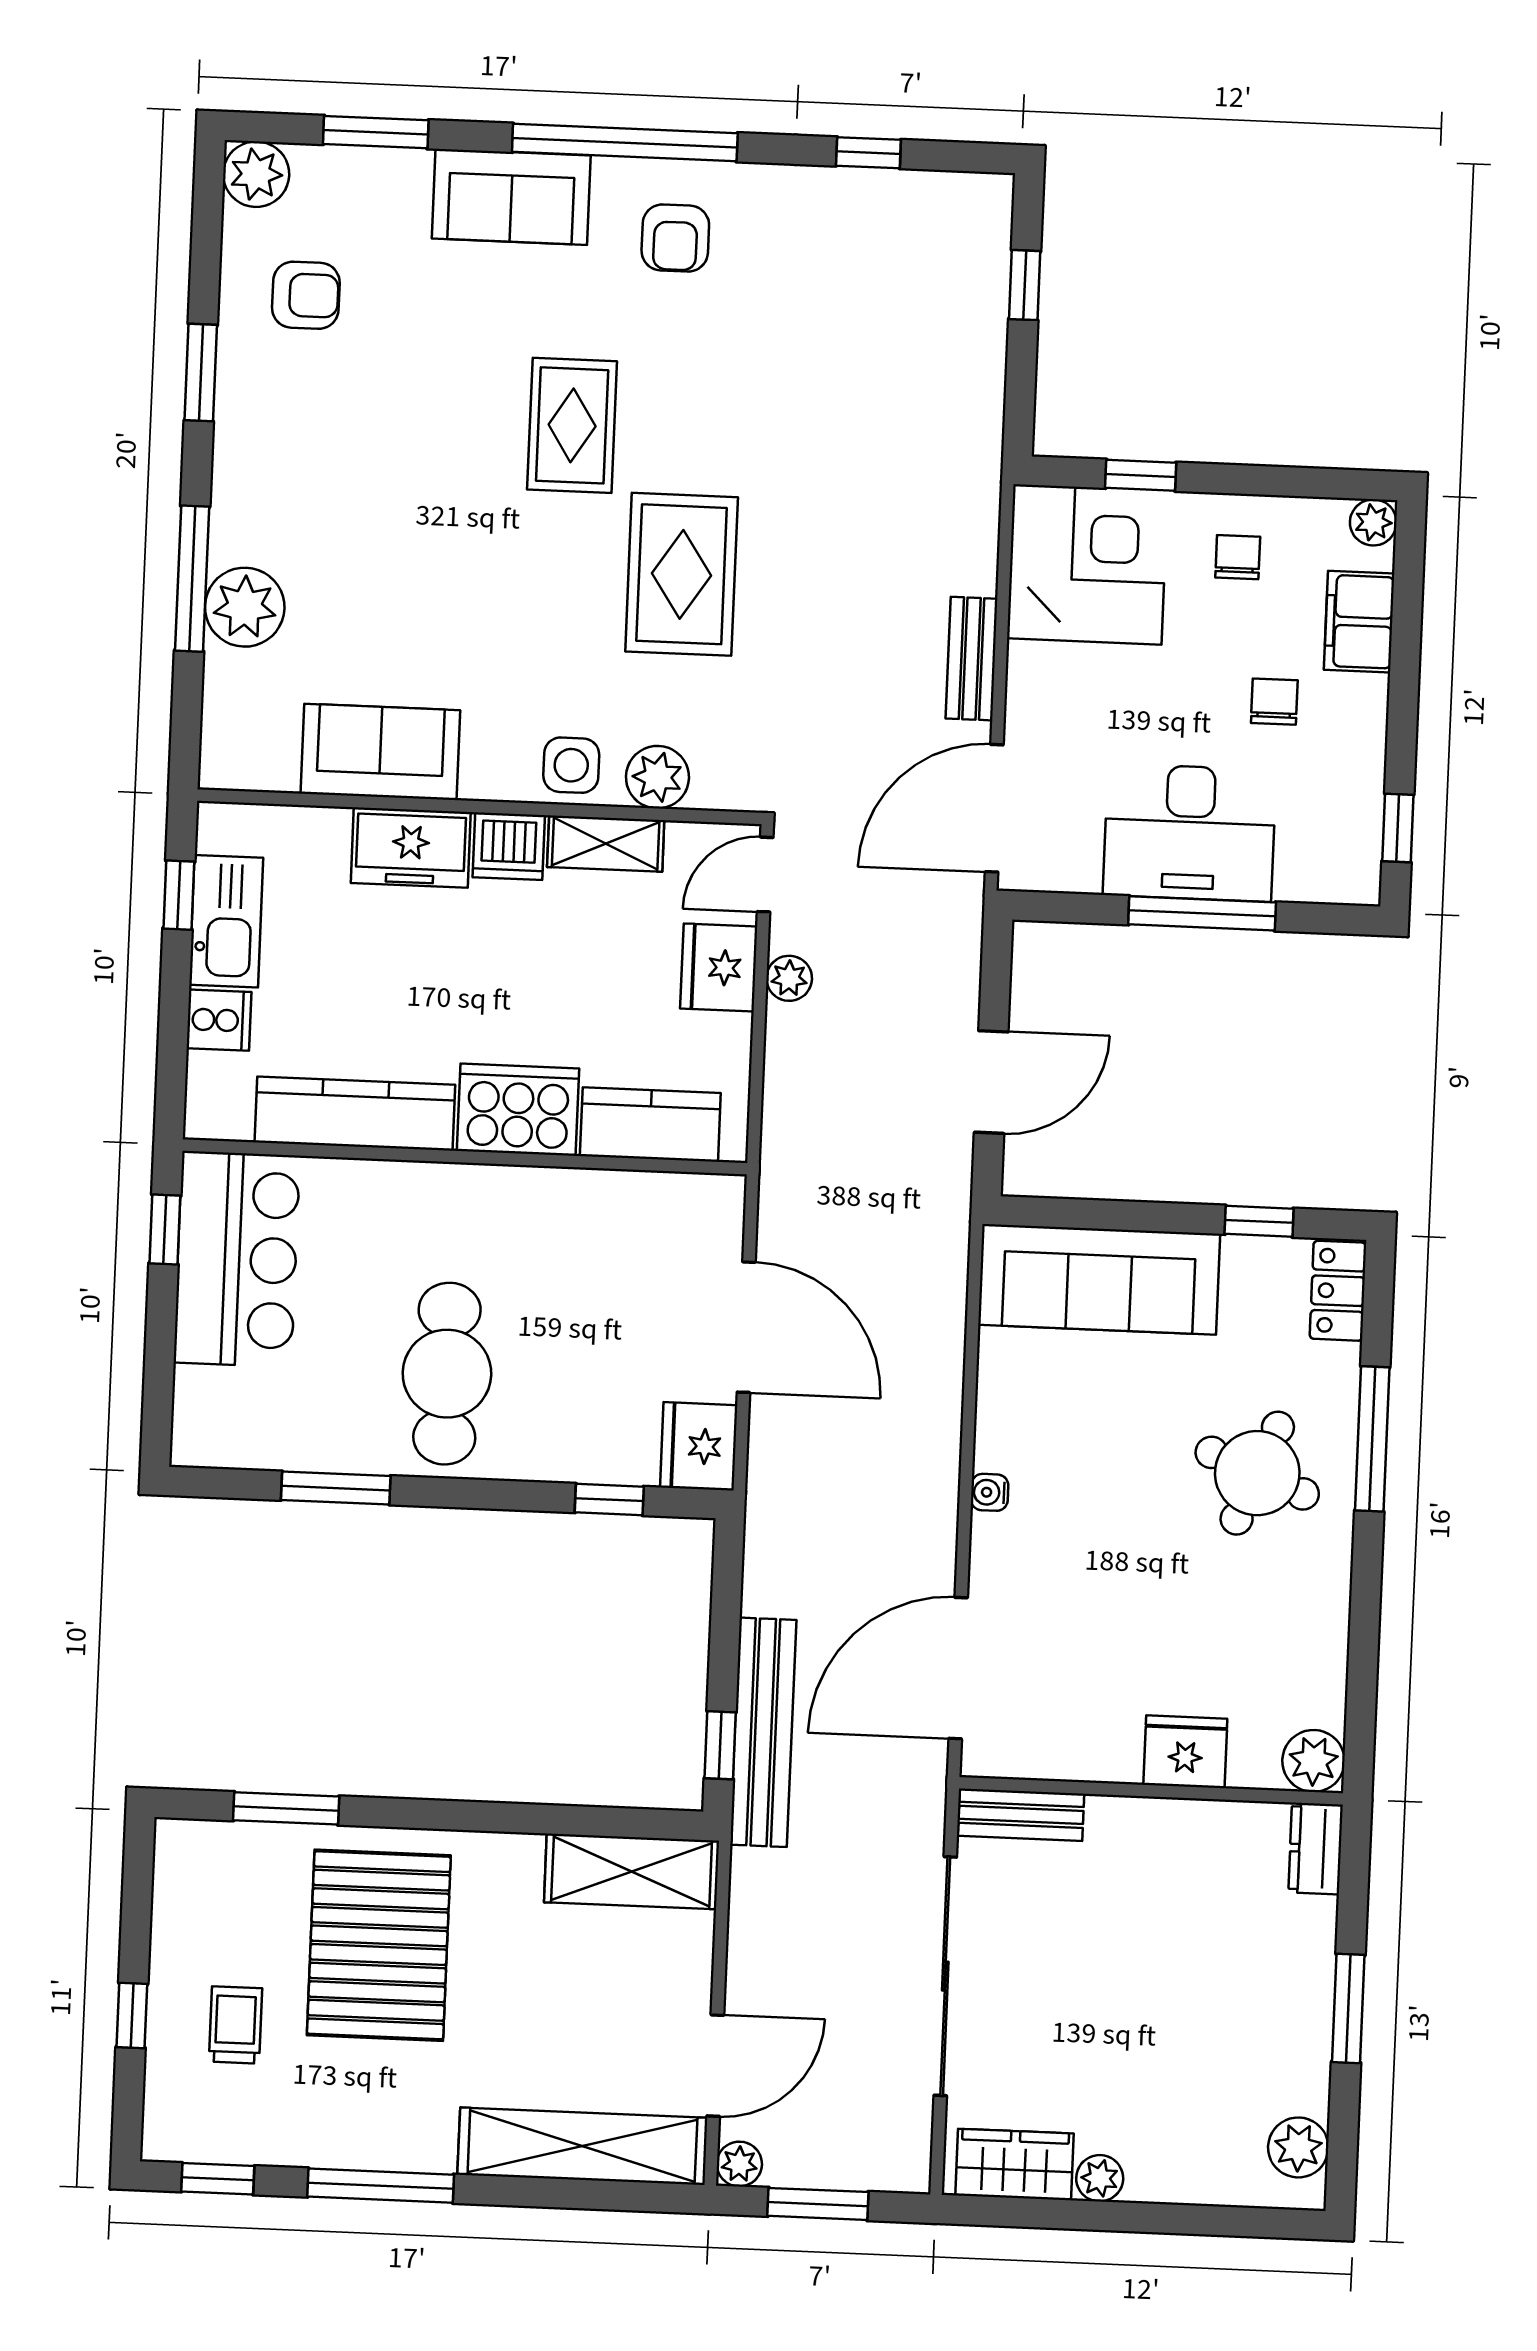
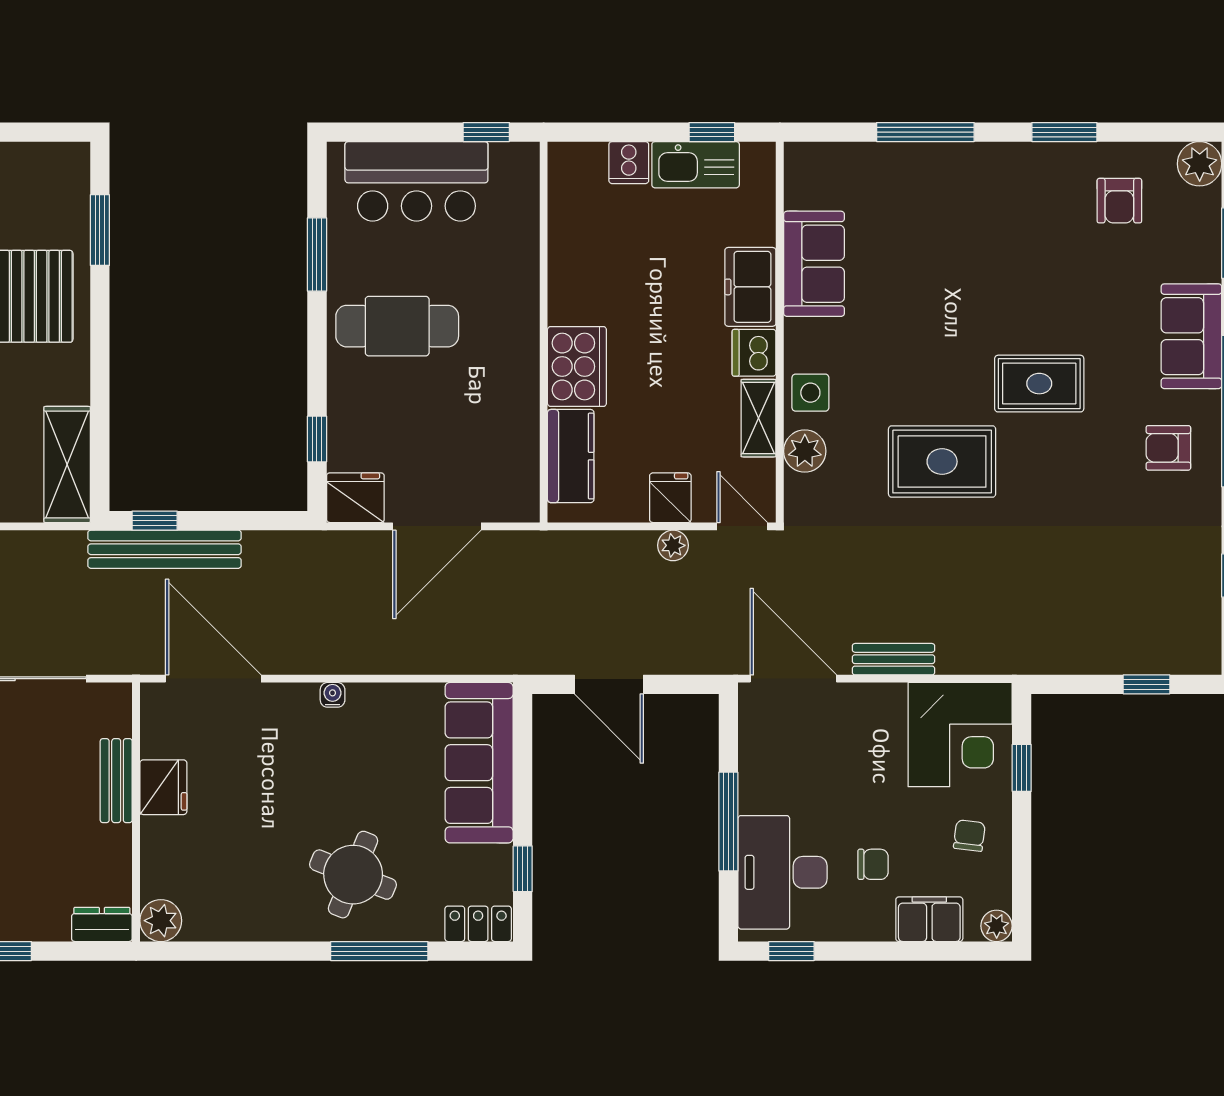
chair: (1238, 557) -> (969, 836), turned -83
plant: (245, 607) -> (908, 168), removed
desk: (1189, 833) -> (783, 872), moved
fridge: (719, 967) -> (670, 498), width x0.72
kitchen counter: (355, 1114) -> (570, 257), removed
bar counter: (237, 1259) -> (416, 181), moved
fridge: (1185, 1752) -> (163, 787), moved
bench: (1021, 1815) -> (116, 781), moved

